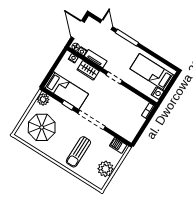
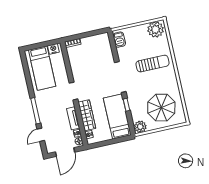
wardrobe: (88, 70) -> (87, 115), width x1.50
plant: (106, 169) -> (156, 29), moved

